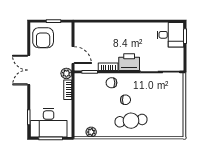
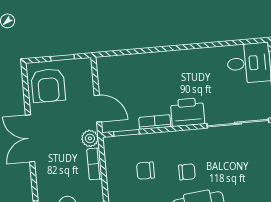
chair: (111, 83) -> (145, 171), moved

